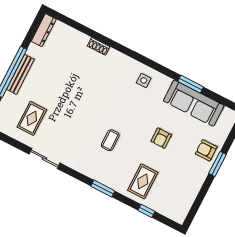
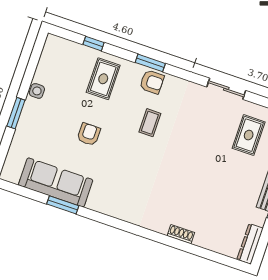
side table: (144, 80) -> (37, 91), moved
armchair: (206, 150) -> (152, 82), moved

